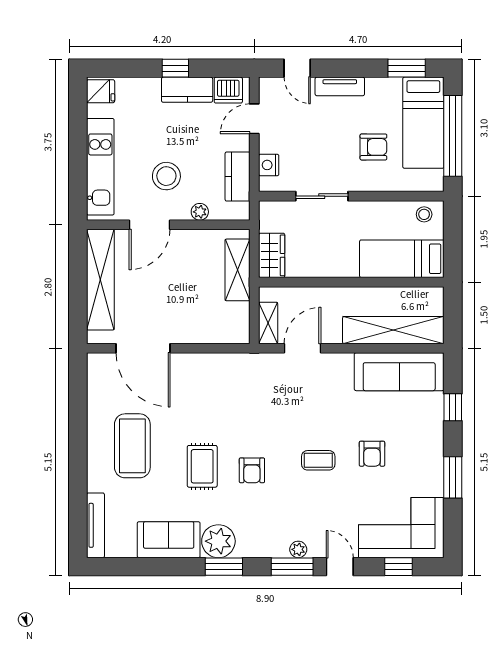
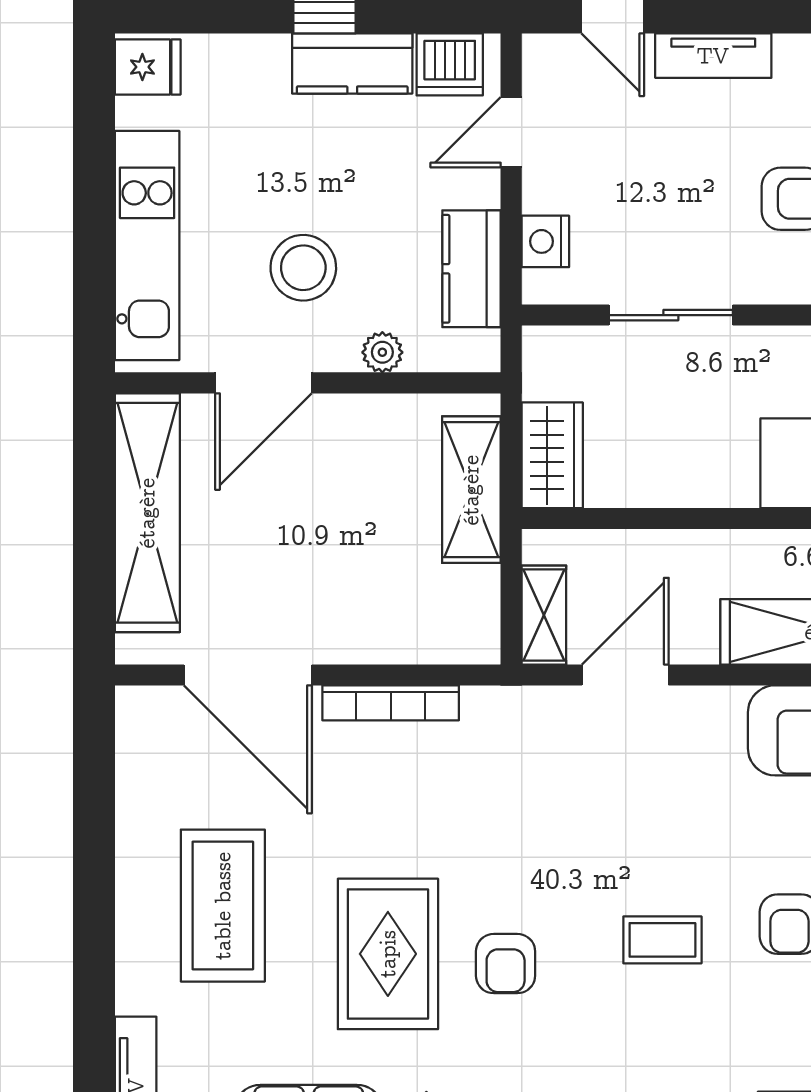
bookcase: (203, 360) -> (391, 703), added
rug: (202, 466) -> (388, 954), width x1.36, depth x1.43

